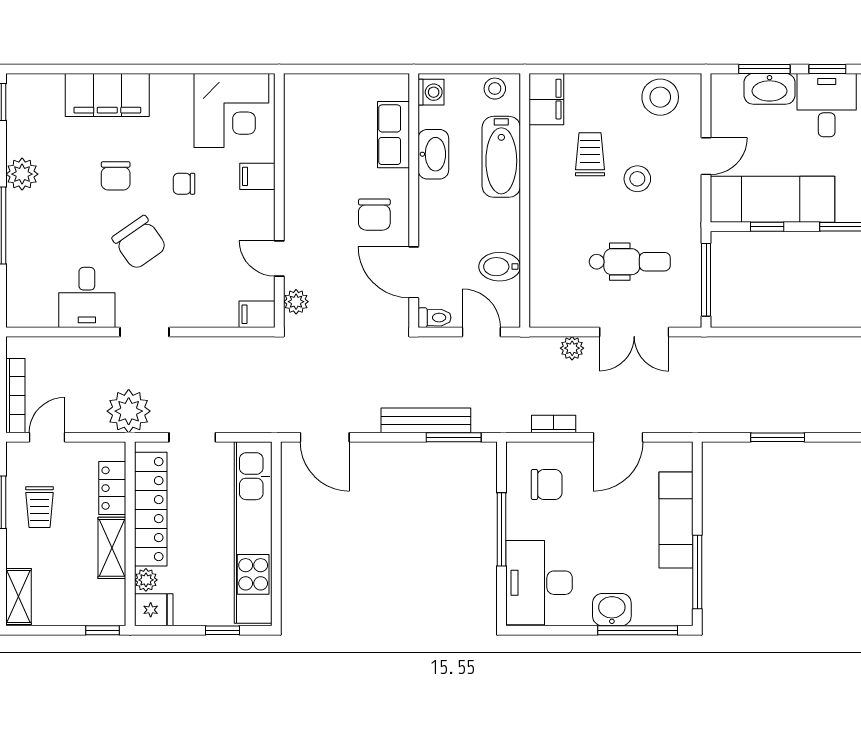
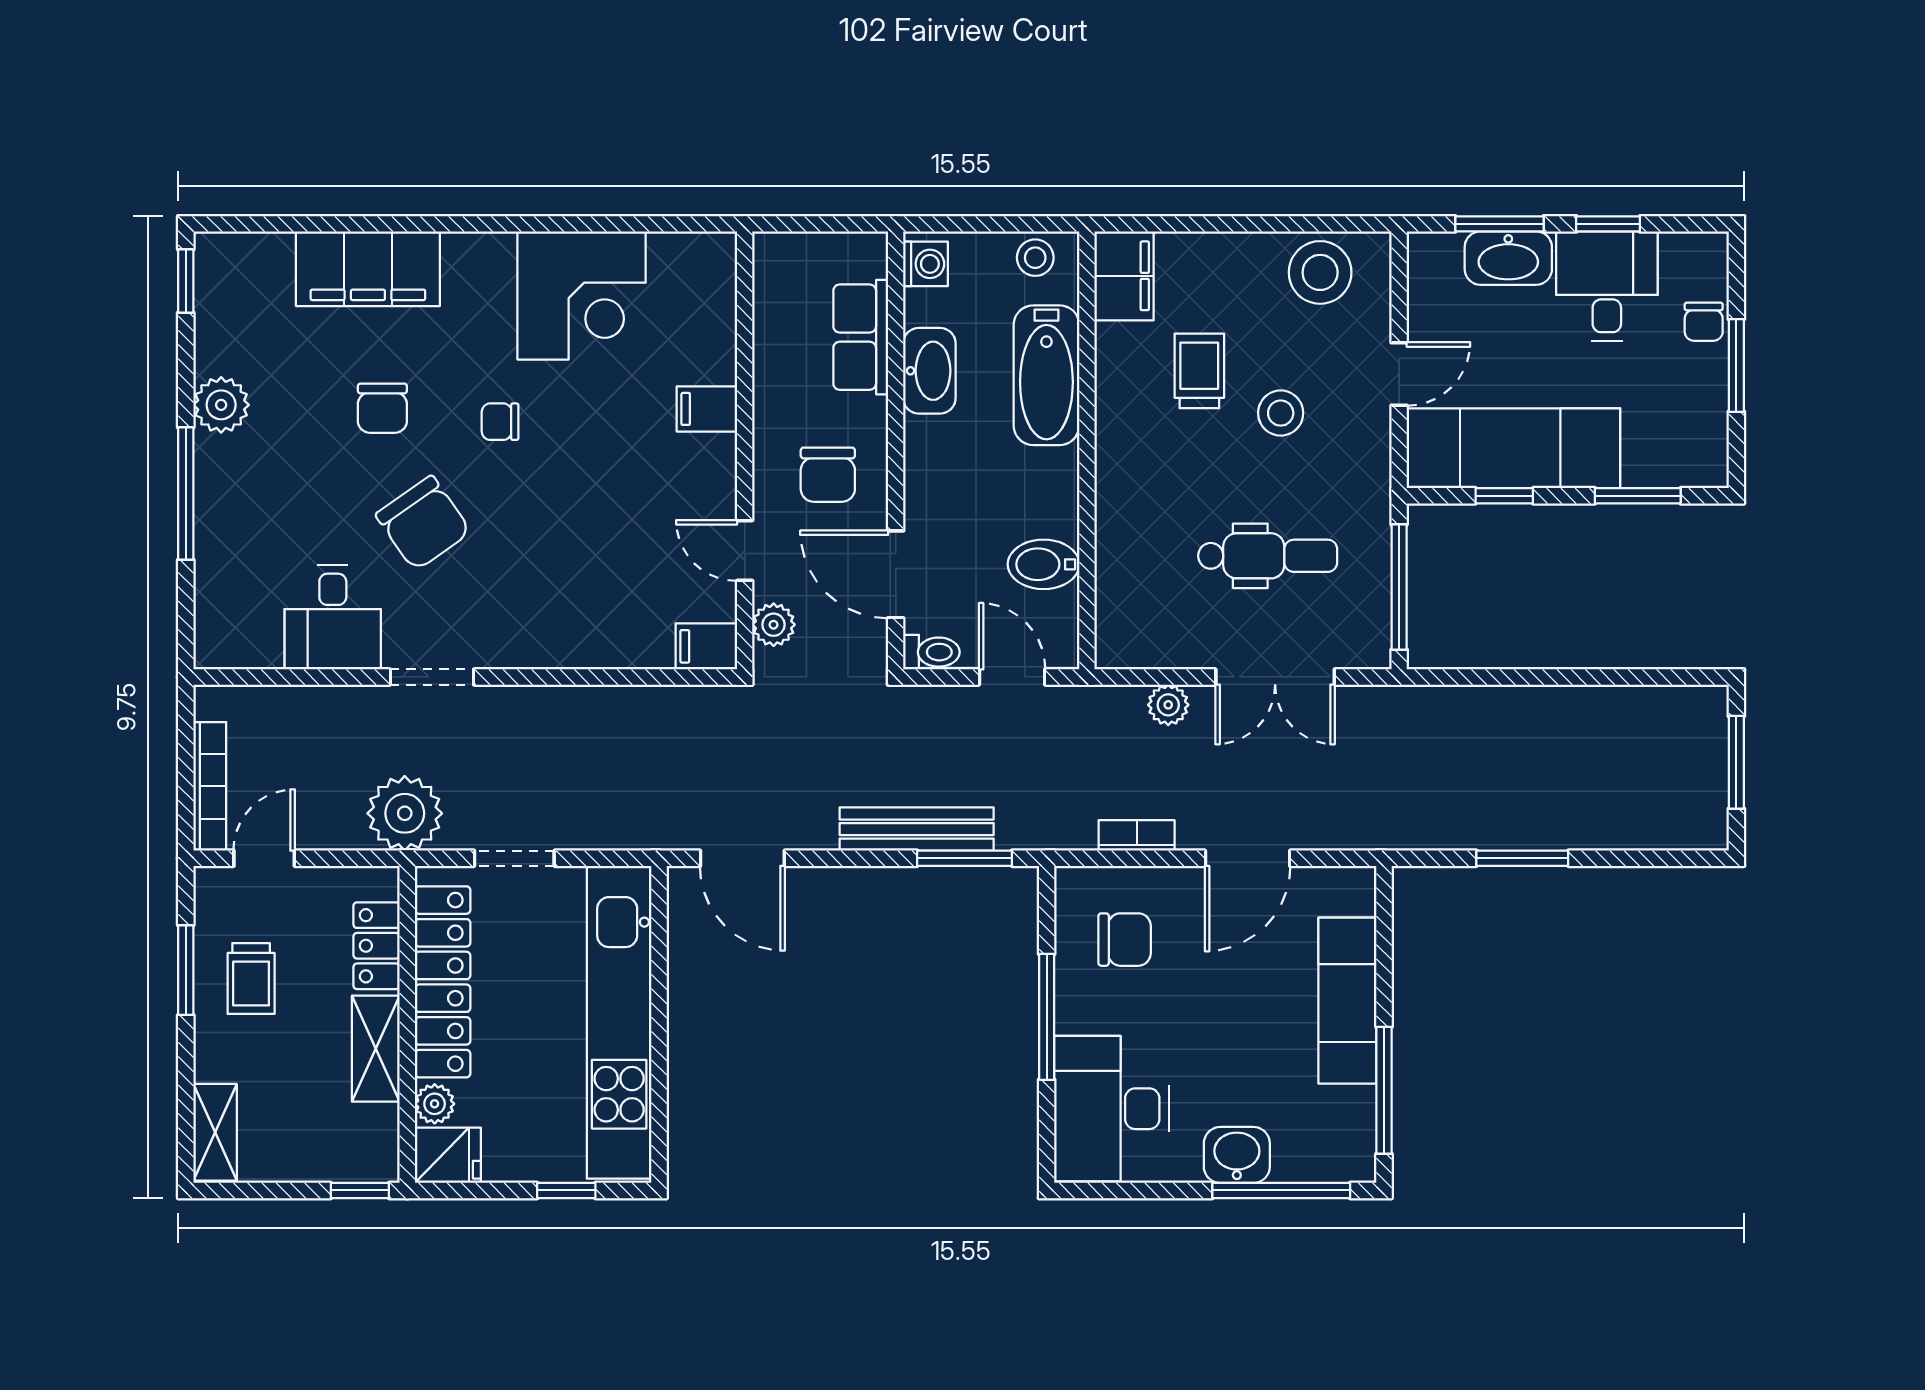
filing cabinet: (257, 176) -> (707, 409), moved
wall: (279, 200) -> (745, 450), moved
door: (279, 259) -> (745, 550), moved
plant: (296, 302) -> (774, 625), moved
filing cabinet: (257, 314) -> (706, 646), moved

